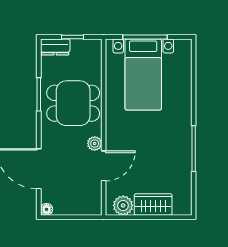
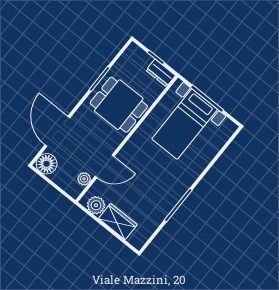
dresser: (55, 47) -> (161, 73), moved
plant: (95, 143) -> (84, 179), moved
floor lamp: (47, 209) -> (47, 164), width x1.89, depth x1.89

